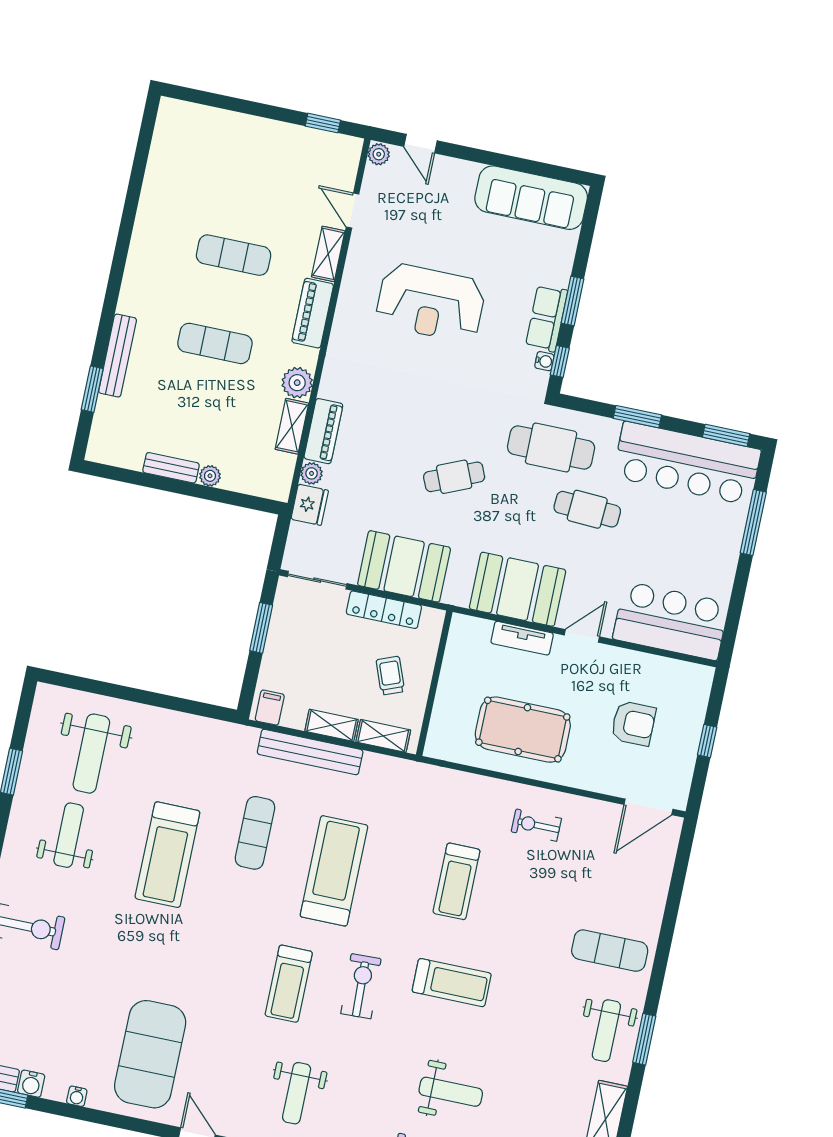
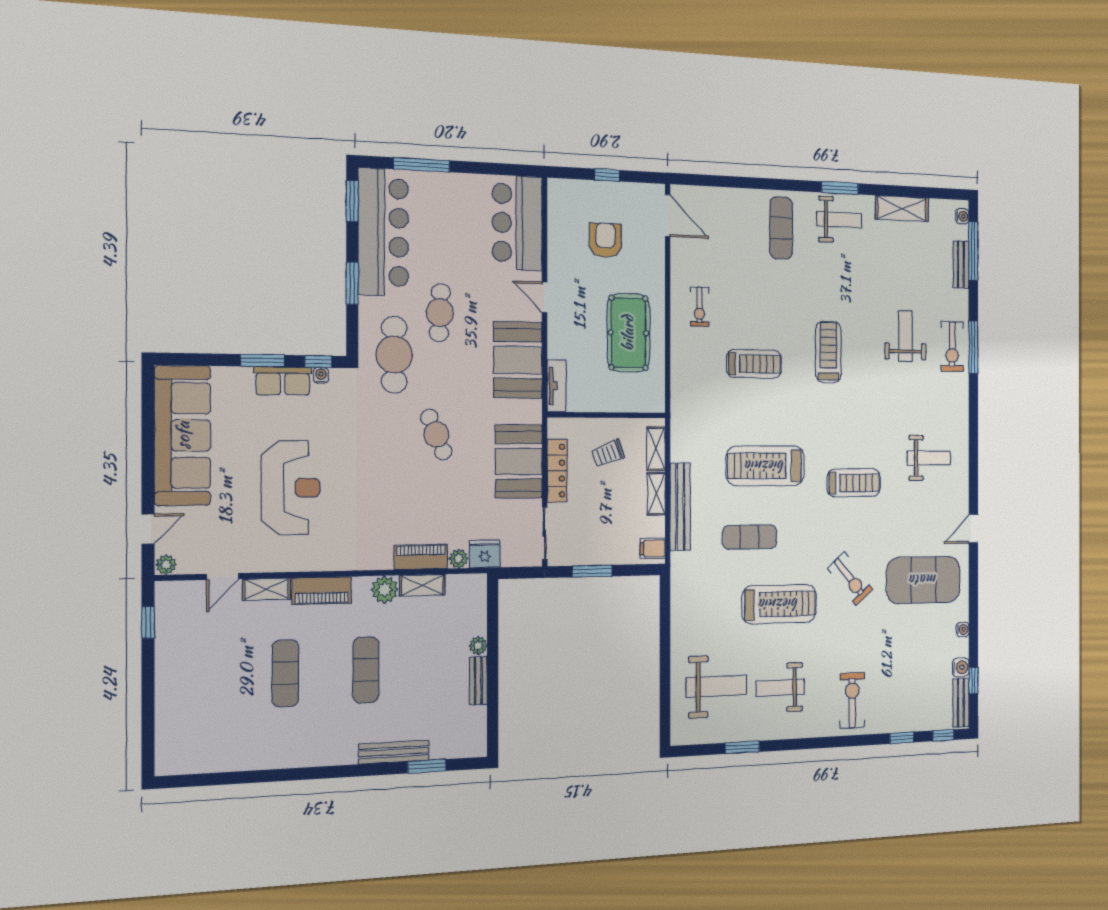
sofa: (531, 198) -> (183, 435), width x1.36, depth x1.27
tv unit: (522, 638) -> (557, 386), moved
exercise bike: (361, 986) -> (850, 579), moved, turned -128

